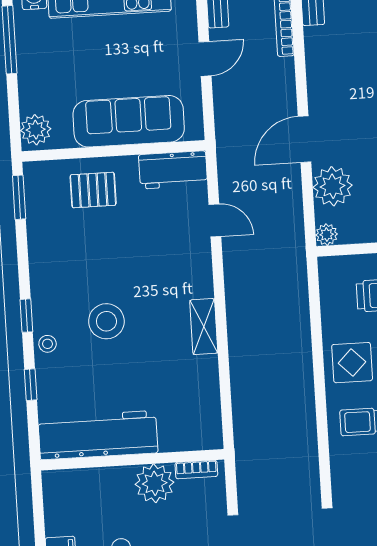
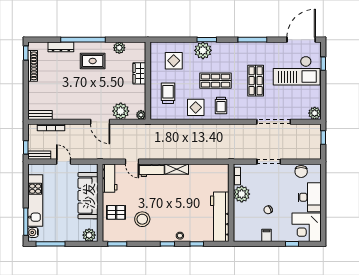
pallet: (93, 190) -> (116, 212), turned 90
door: (215, 220) -> (132, 162), swing flipped
workbench: (197, 268) -> (152, 170), added
stool: (106, 321) -> (142, 219), moved

